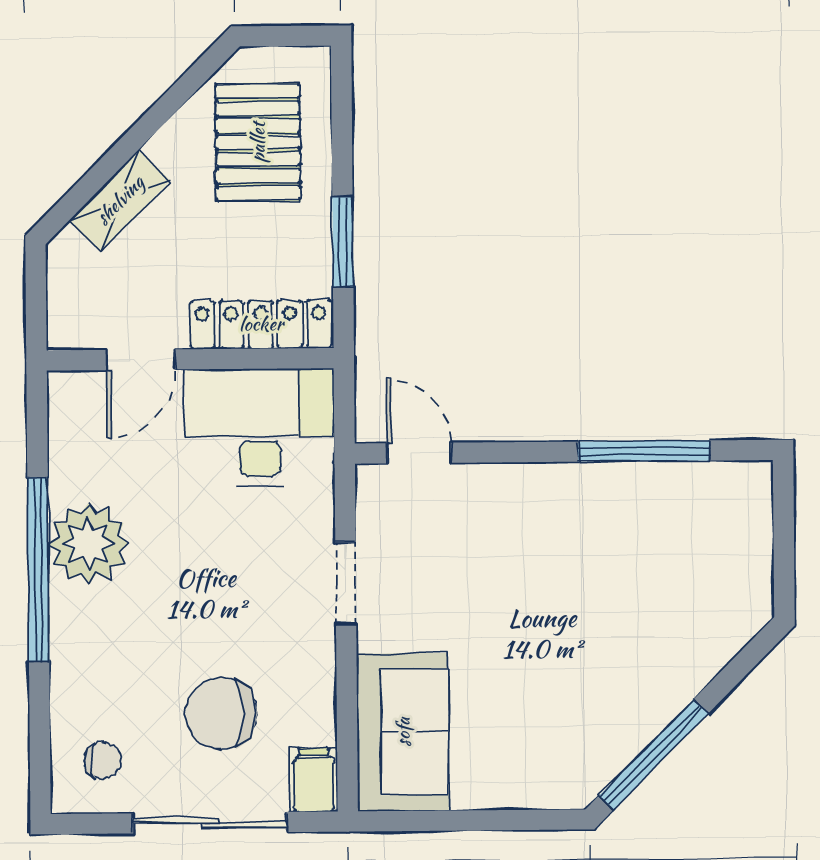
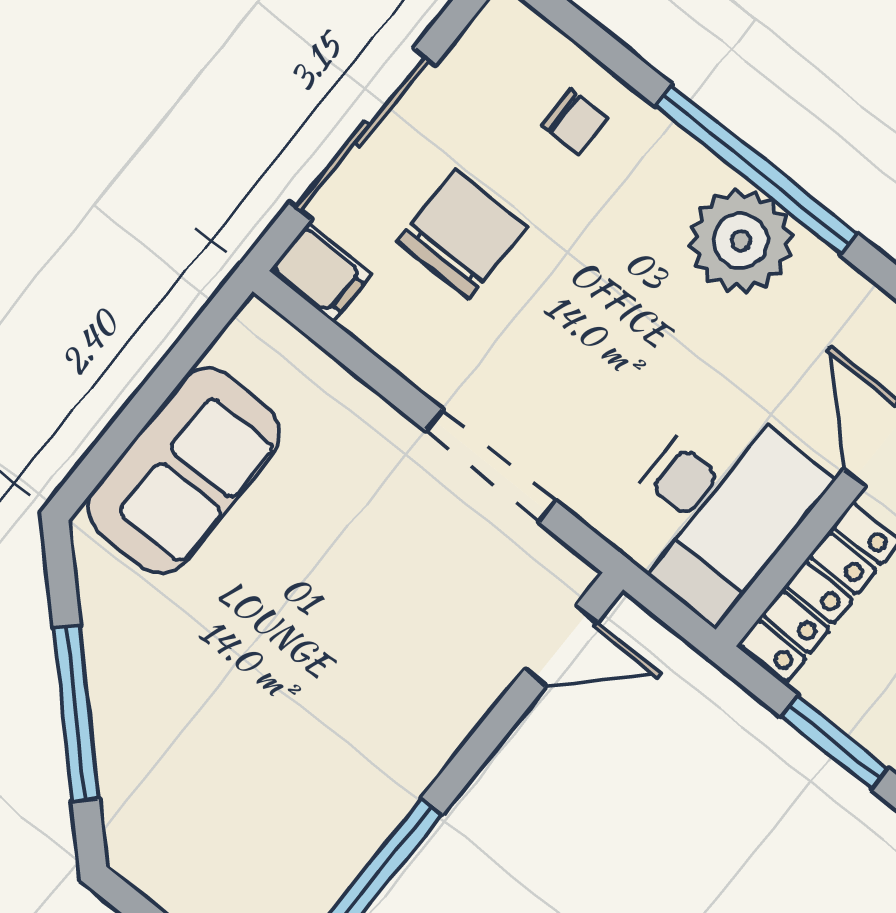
doorway: (346, 583) -> (491, 466), width x1.38
sofa: (403, 732) -> (184, 471), moved, turned -90
window: (653, 755) -> (76, 714), moved
chair: (103, 760) -> (575, 122), moved, turned -90

